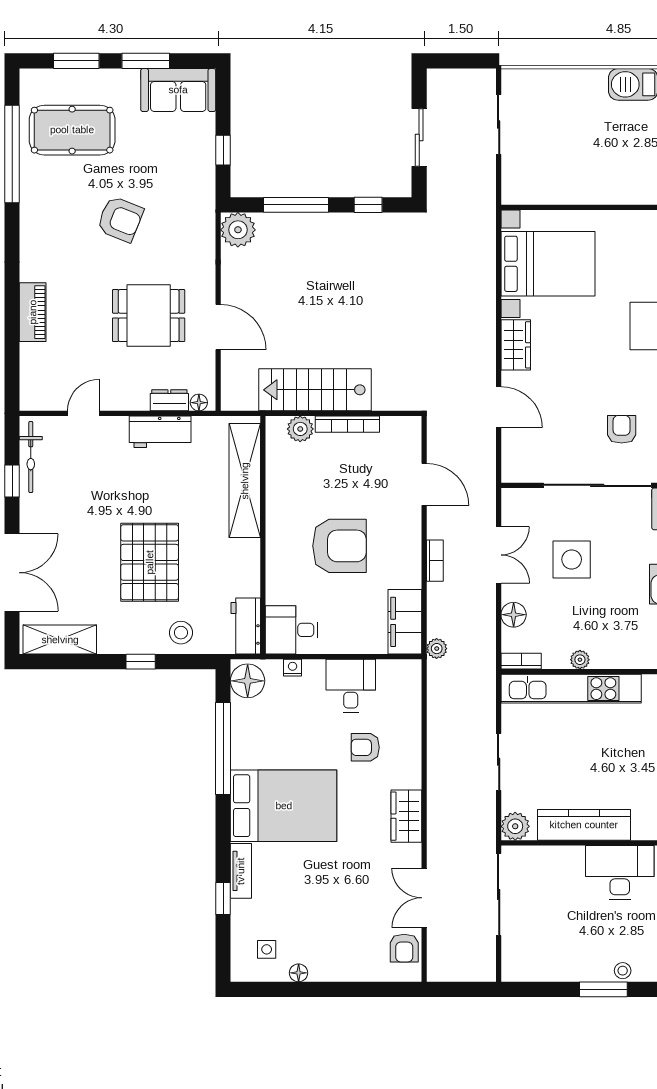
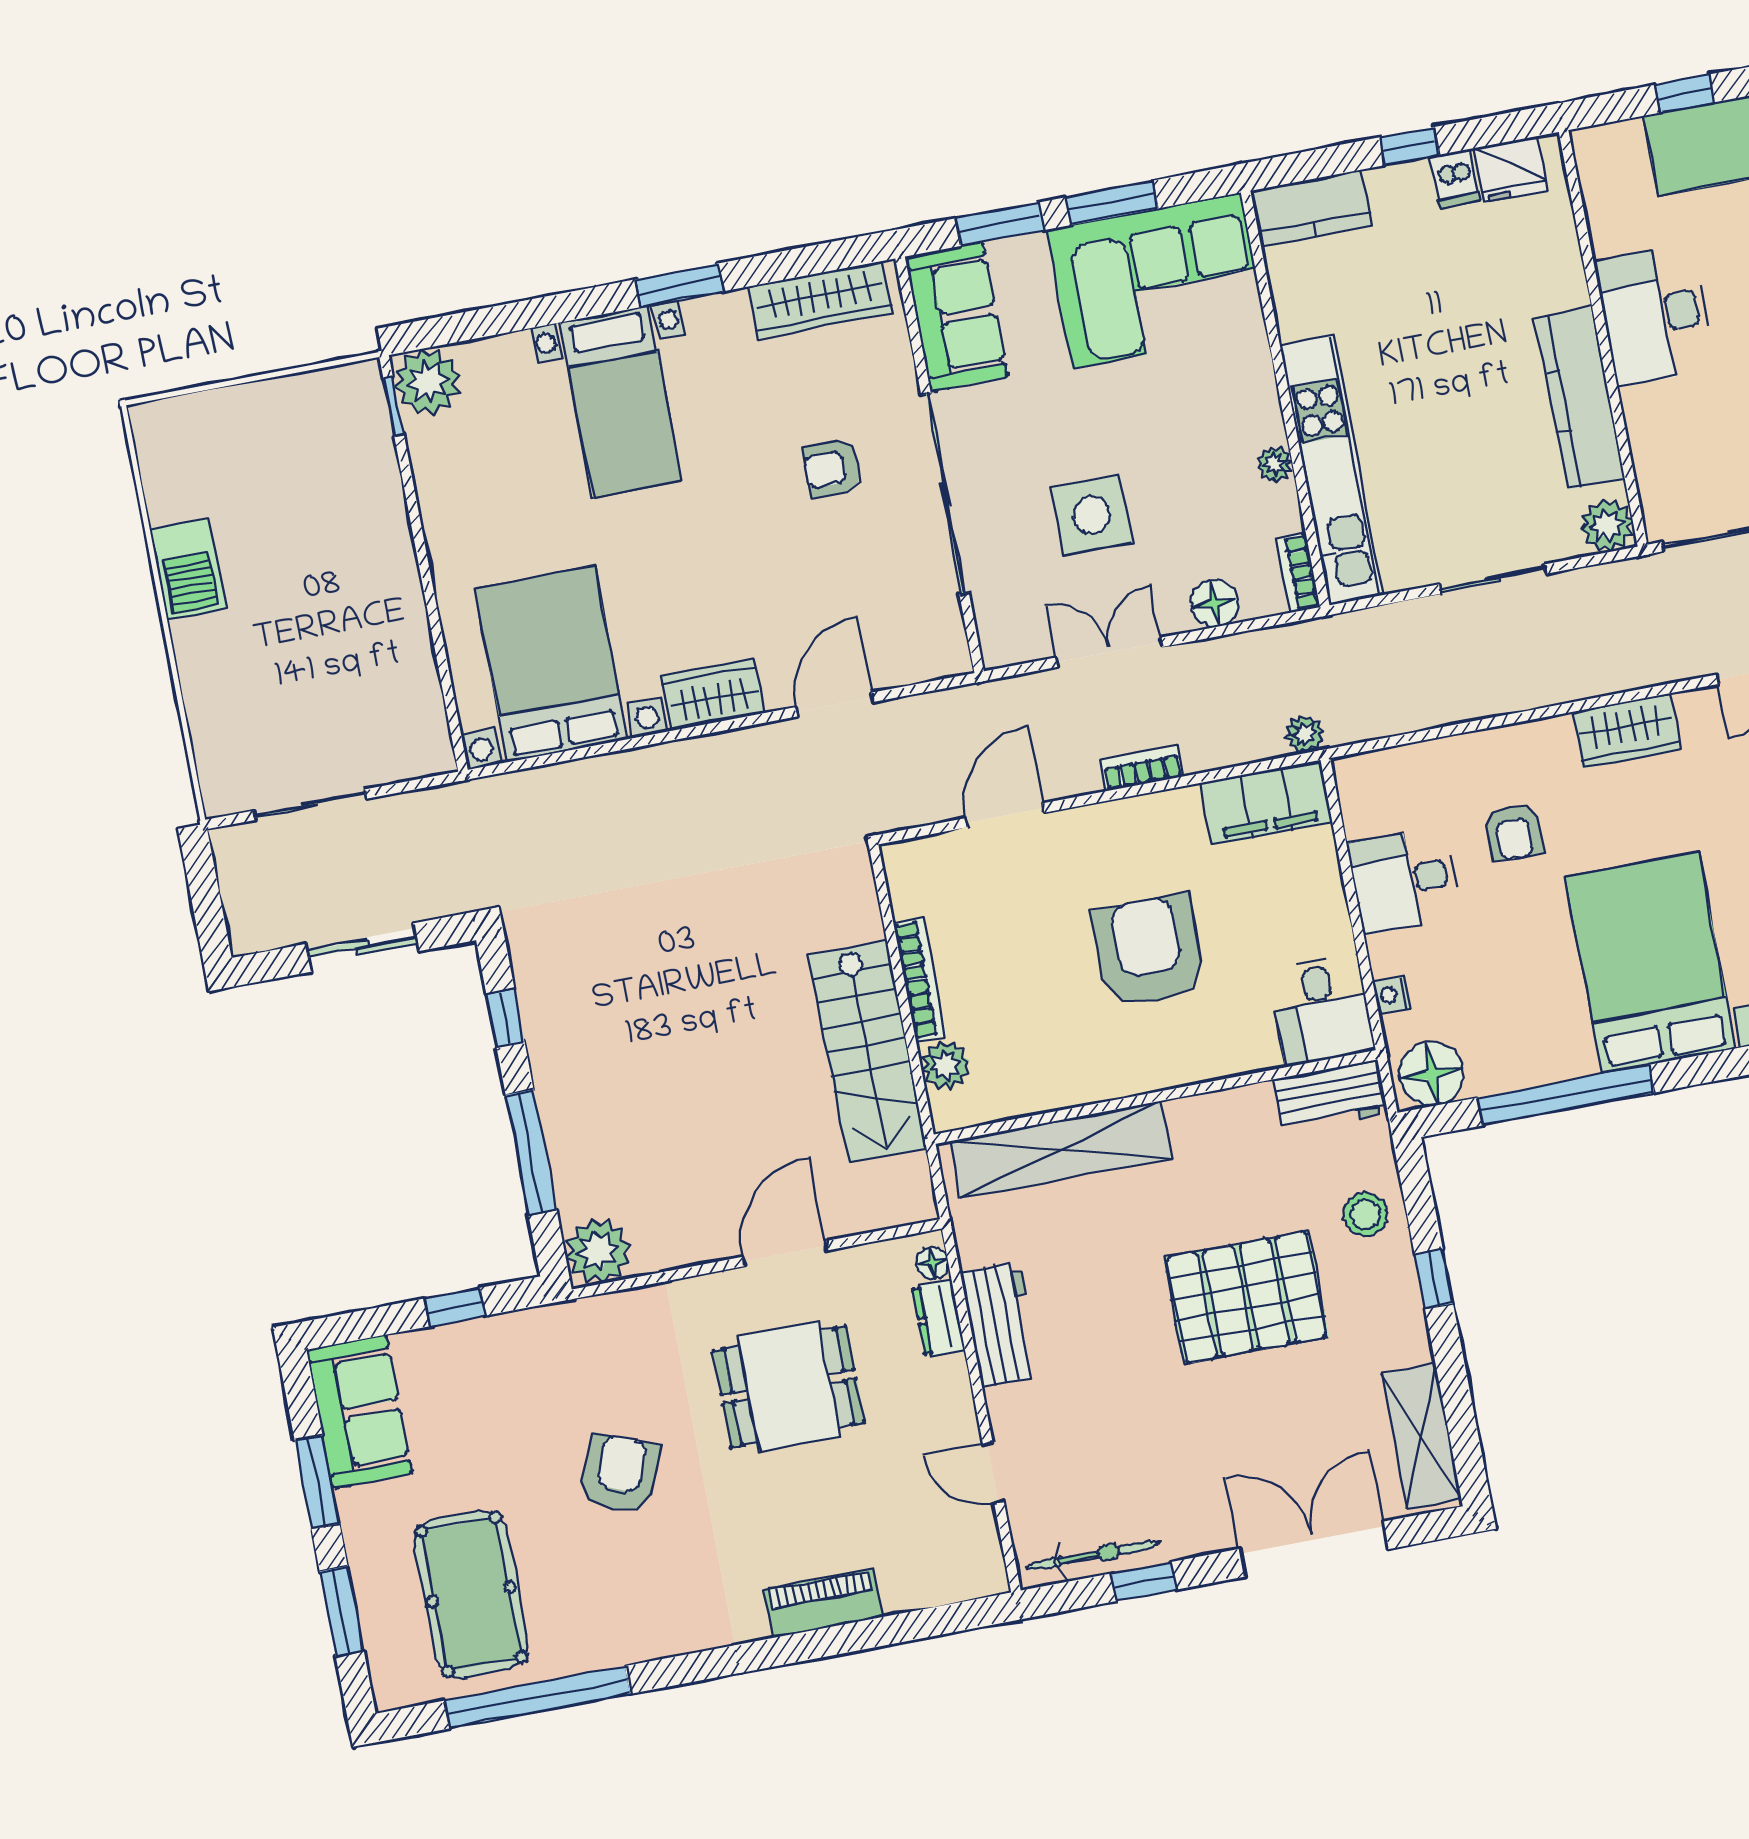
dining table: (149, 316) -> (789, 1387), turned 90

